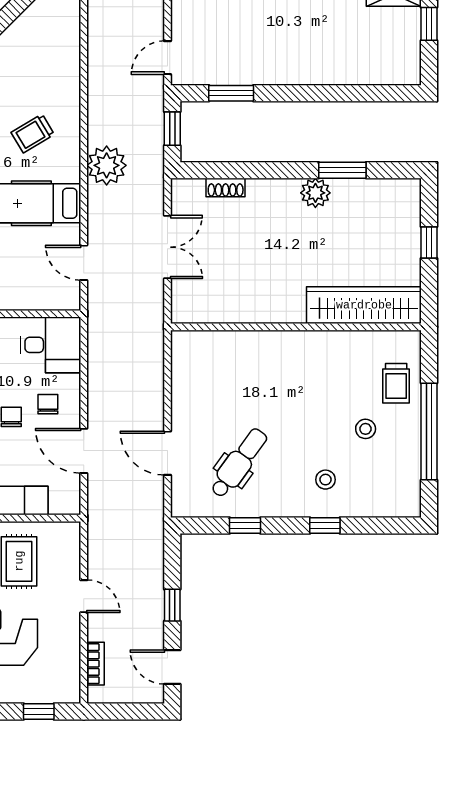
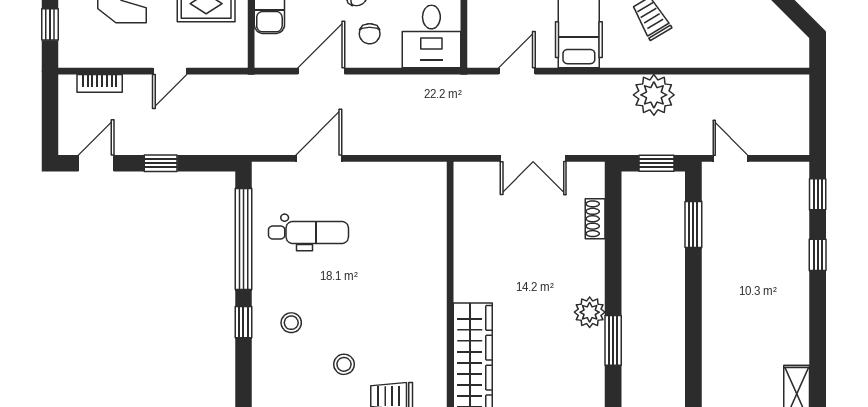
plant: (107, 165) -> (654, 95), moved
chair: (48, 404) -> (370, 34), turned 90
dental chair: (239, 463) -> (308, 232), turned -36
window: (245, 525) -> (243, 239), width x3.17

